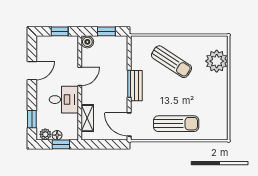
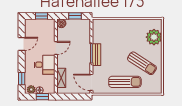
sun lounger: (172, 62) -> (142, 63), moved

